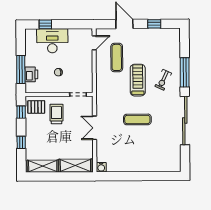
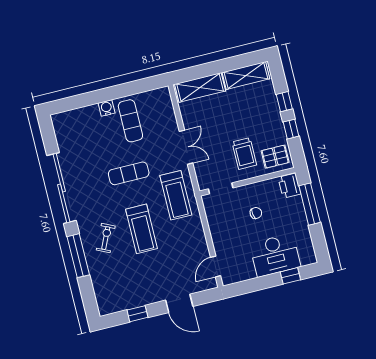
exercise mat: (117, 57) -> (130, 121), moved
printer: (31, 74) -> (289, 186), moved
treadmill: (109, 97) -> (176, 195), added
window: (21, 112) -> (291, 129), moved
water cooler: (101, 167) -> (107, 108), moved

